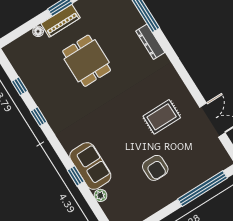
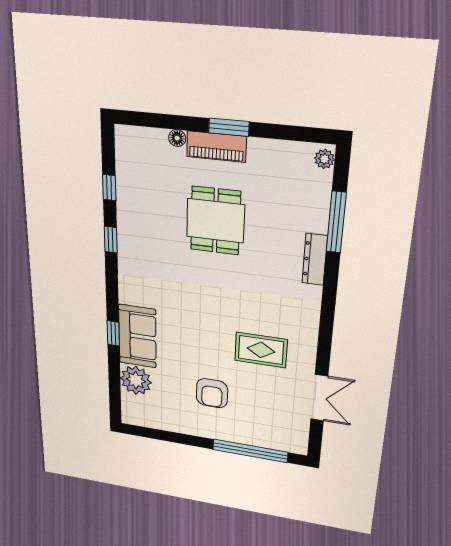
plant: (101, 195) -> (136, 380), width x1.88, depth x1.88

